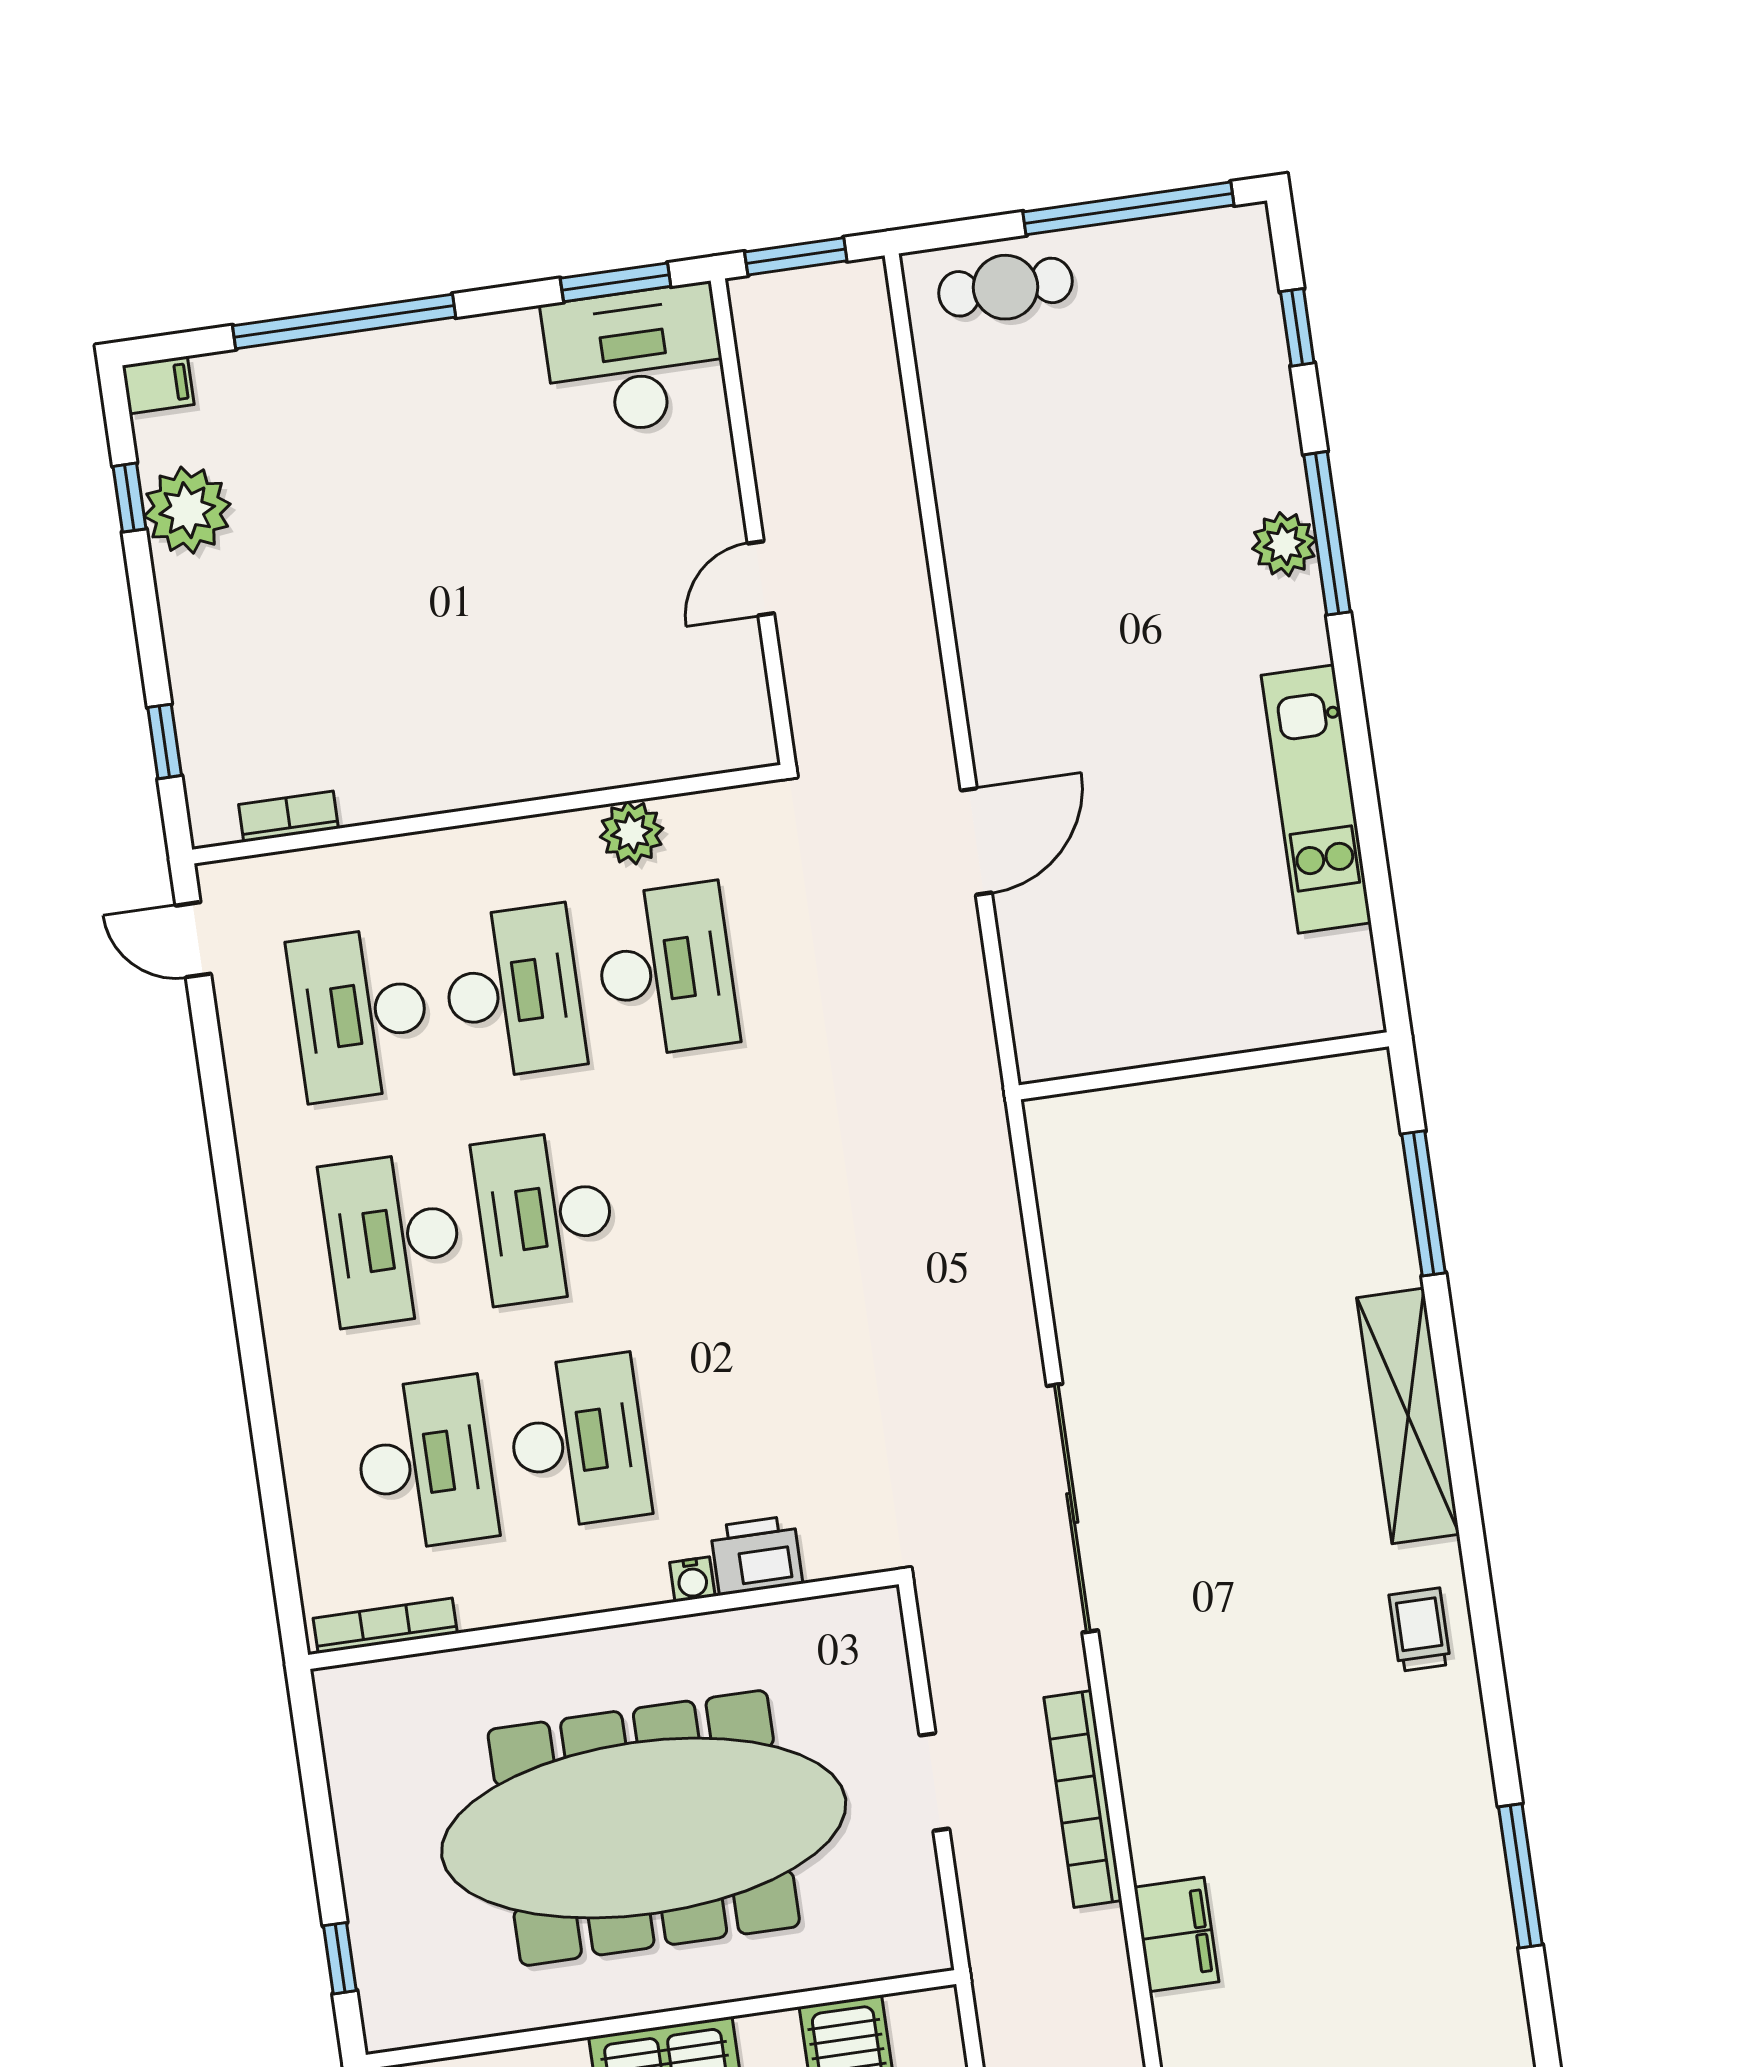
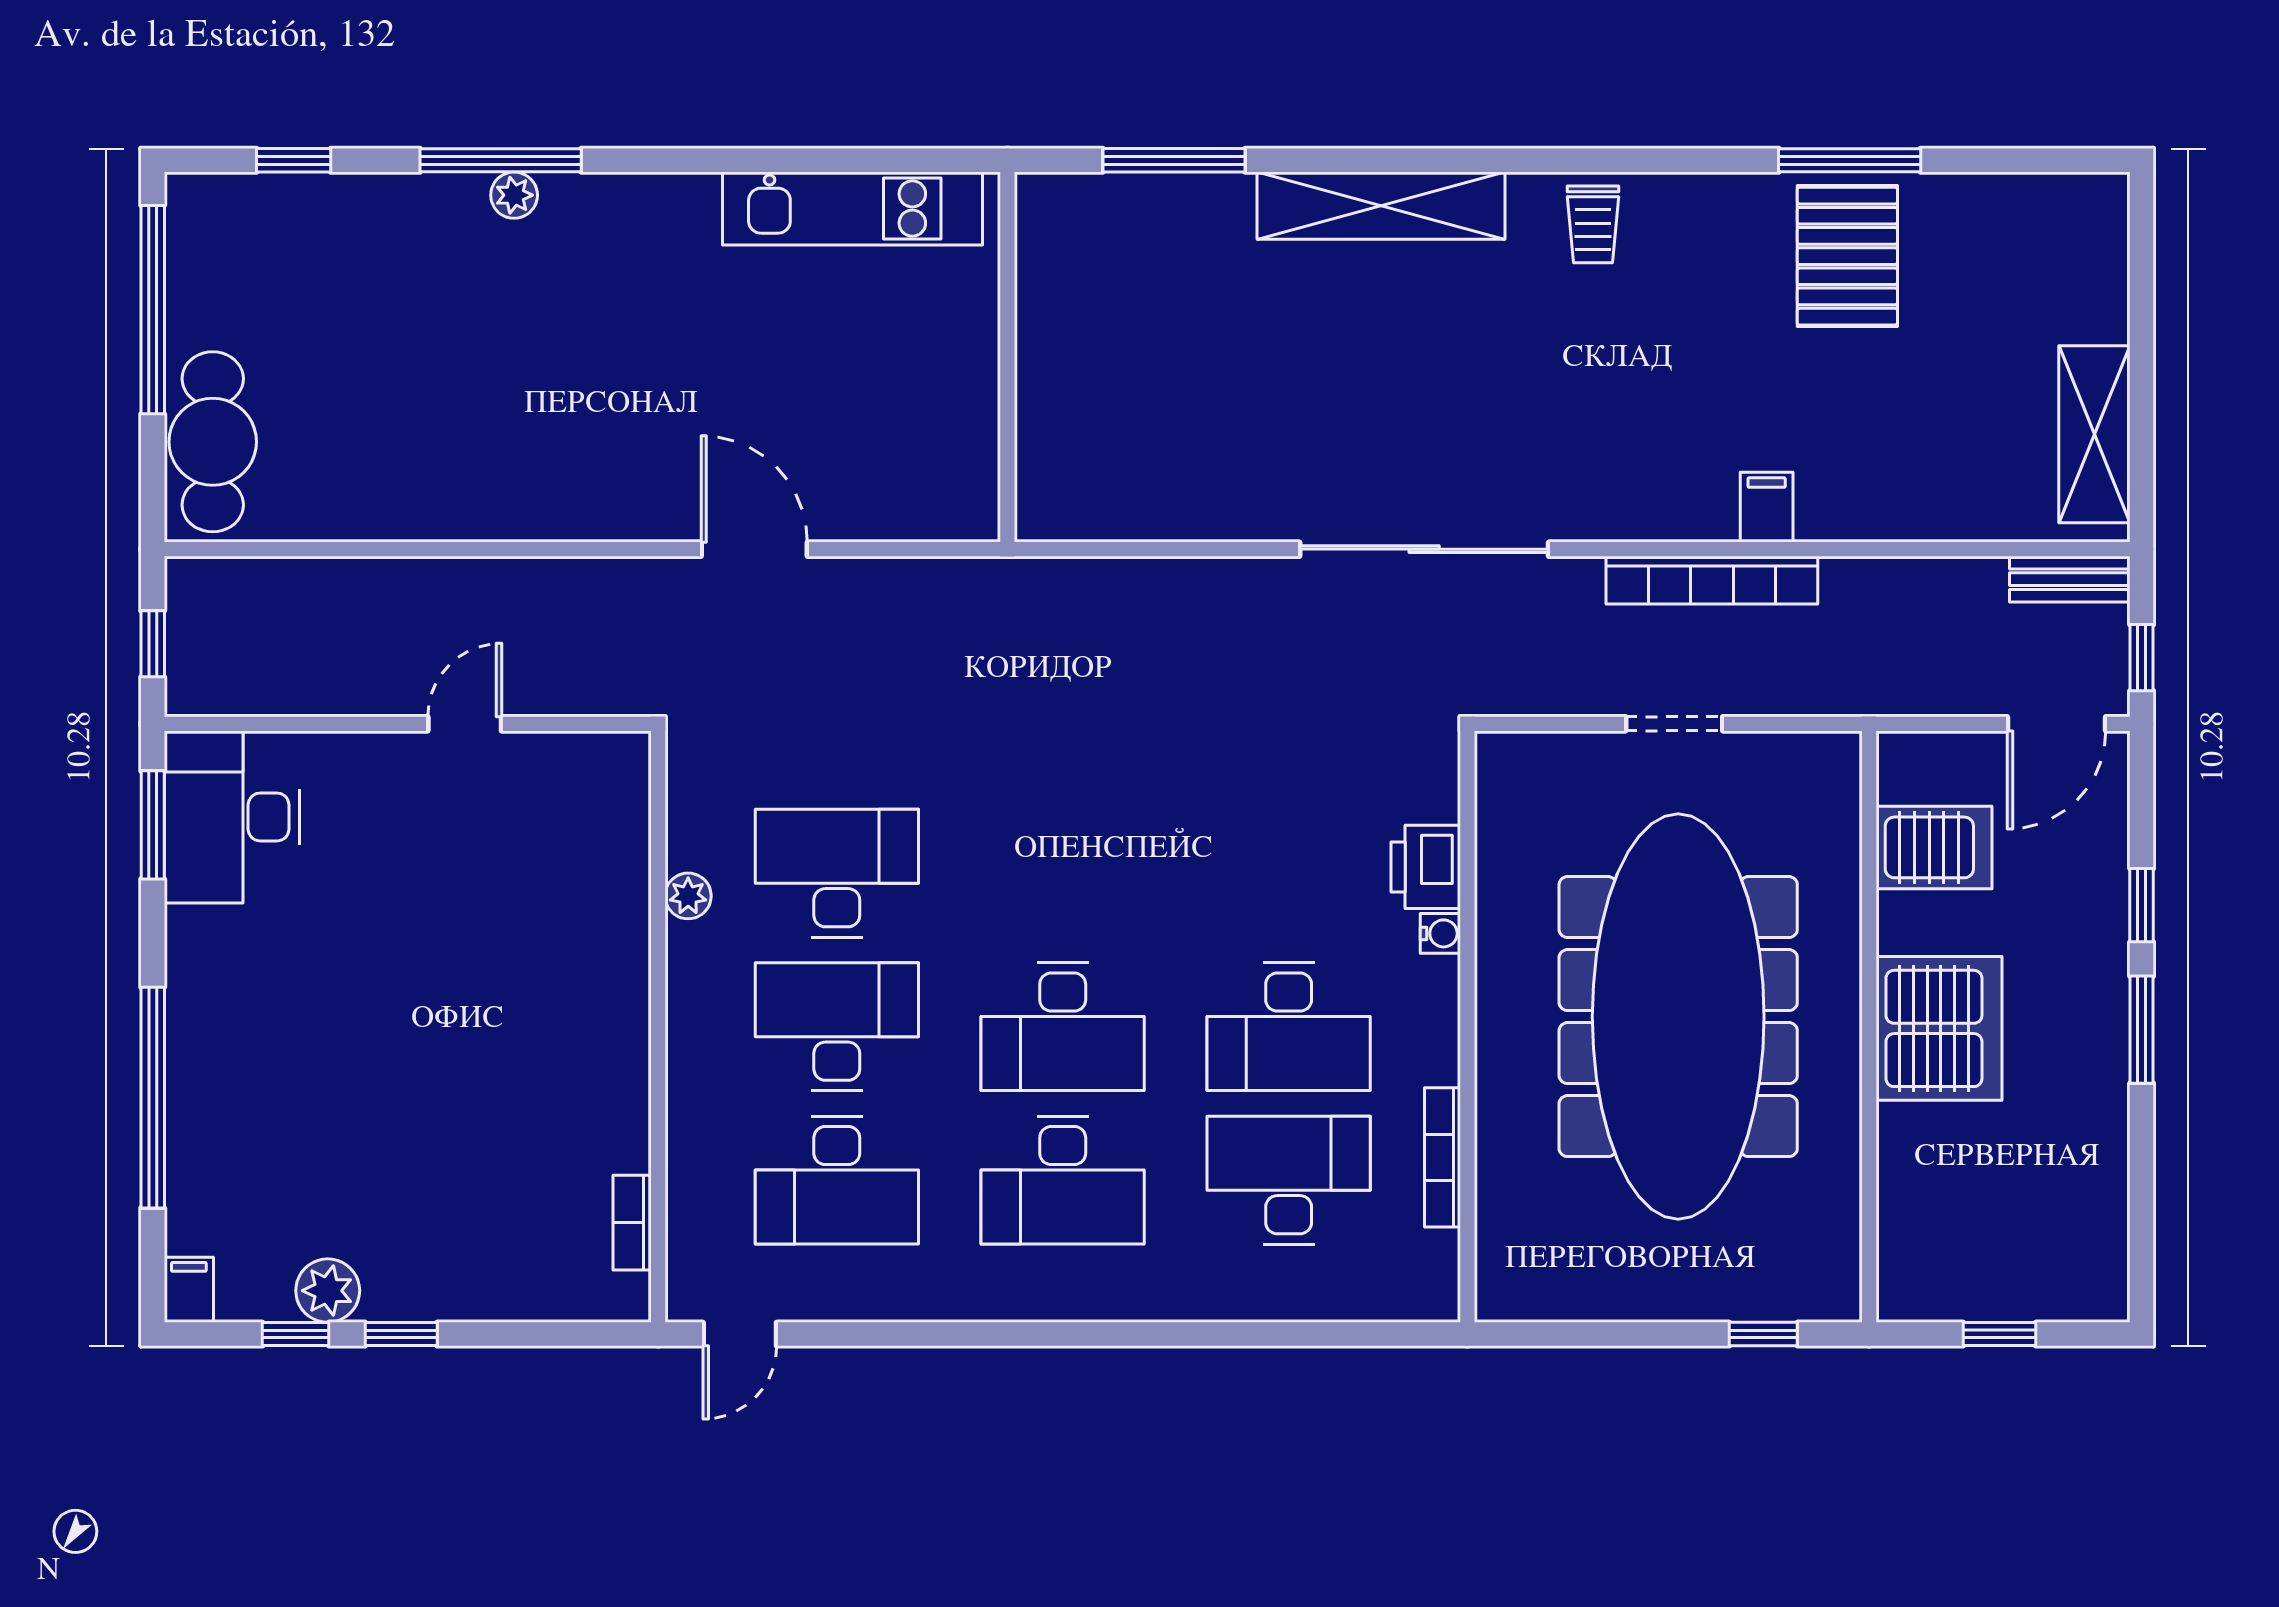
window: (796, 256) -> (153, 644), width x0.67
cafe table: (1006, 287) -> (213, 442), width x1.37, depth x1.35
plant: (187, 510) -> (328, 1291), width x0.73, depth x0.73
plant: (1284, 544) -> (514, 195), width x0.73, depth x0.73
door: (761, 578) -> (465, 724), swing flipped
window: (165, 741) -> (401, 1334), moved
kitchen unit: (1316, 799) -> (853, 208), moved
plant: (632, 833) -> (688, 896), width x0.73, depth x0.73
desk: (578, 1442) -> (1289, 1027), turned 180
bookcase: (385, 1626) -> (1442, 1157), moved
trolley: (1420, 1630) -> (1593, 224), turned -90
pallet: (1425, 1887) -> (1847, 256), added
filing cabinet: (1177, 1934) -> (1767, 507), moved, width x0.50

